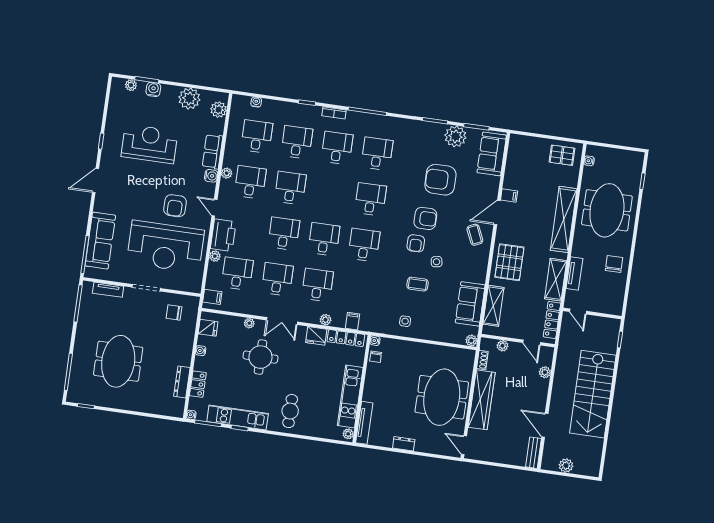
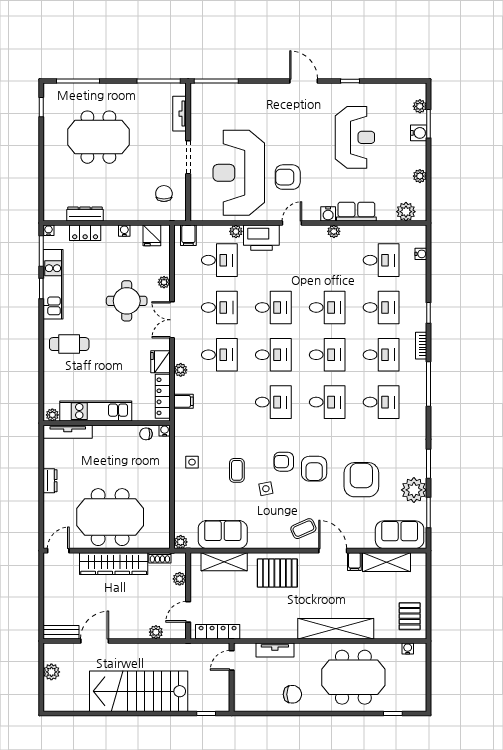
plant: (189, 99) -> (420, 176), width x0.53, depth x0.53
desk: (250, 182) -> (327, 355), moved
sofa: (100, 241) -> (235, 97), removed
shelving: (556, 280) -> (386, 562), moved

